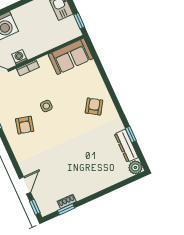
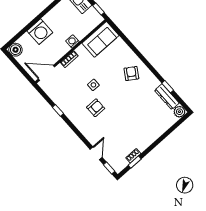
washing machine: (19, 57) -> (72, 41), moved
armchair: (25, 125) -> (96, 108), moved, turned -104

